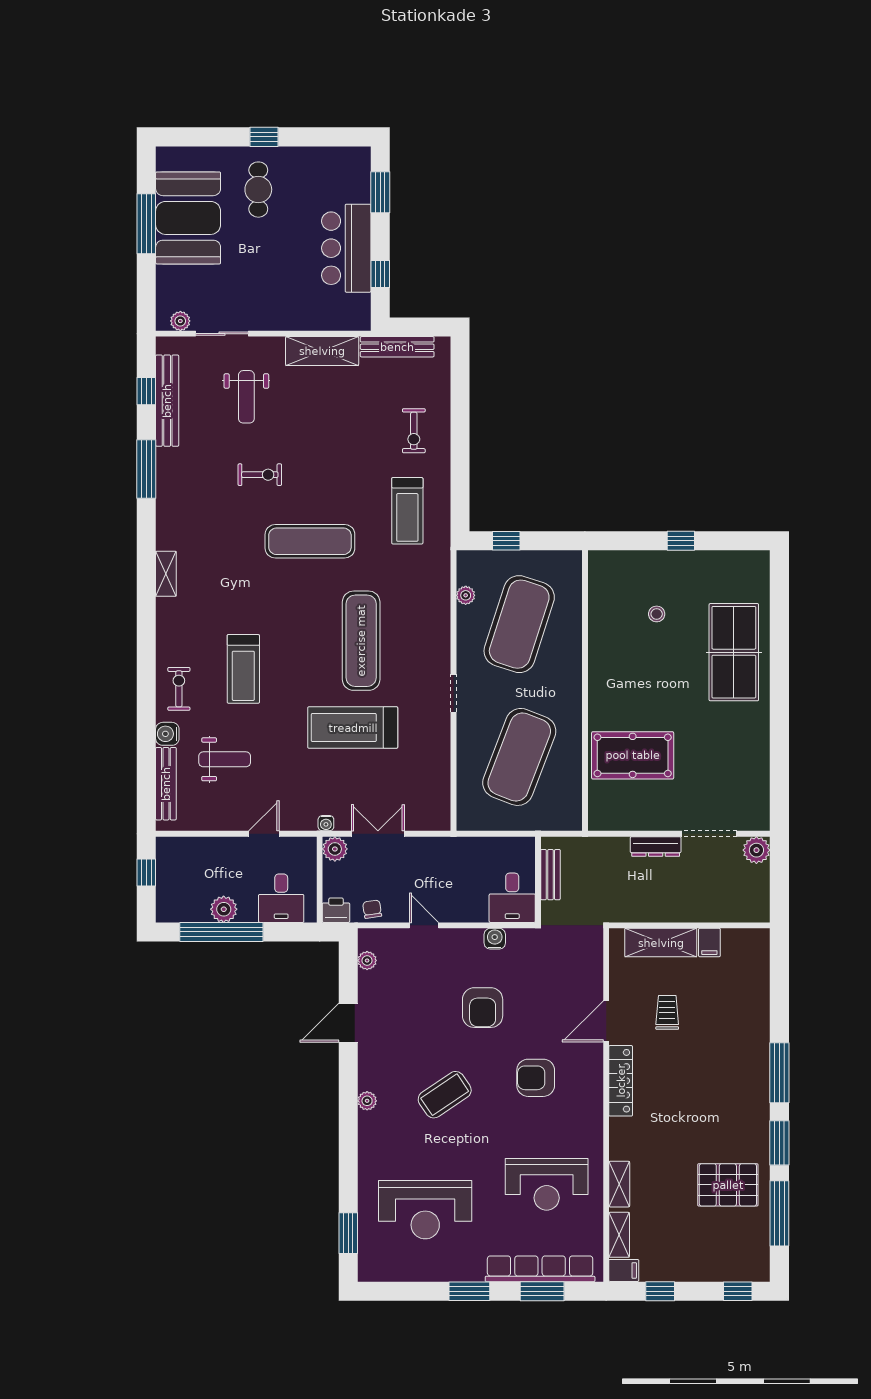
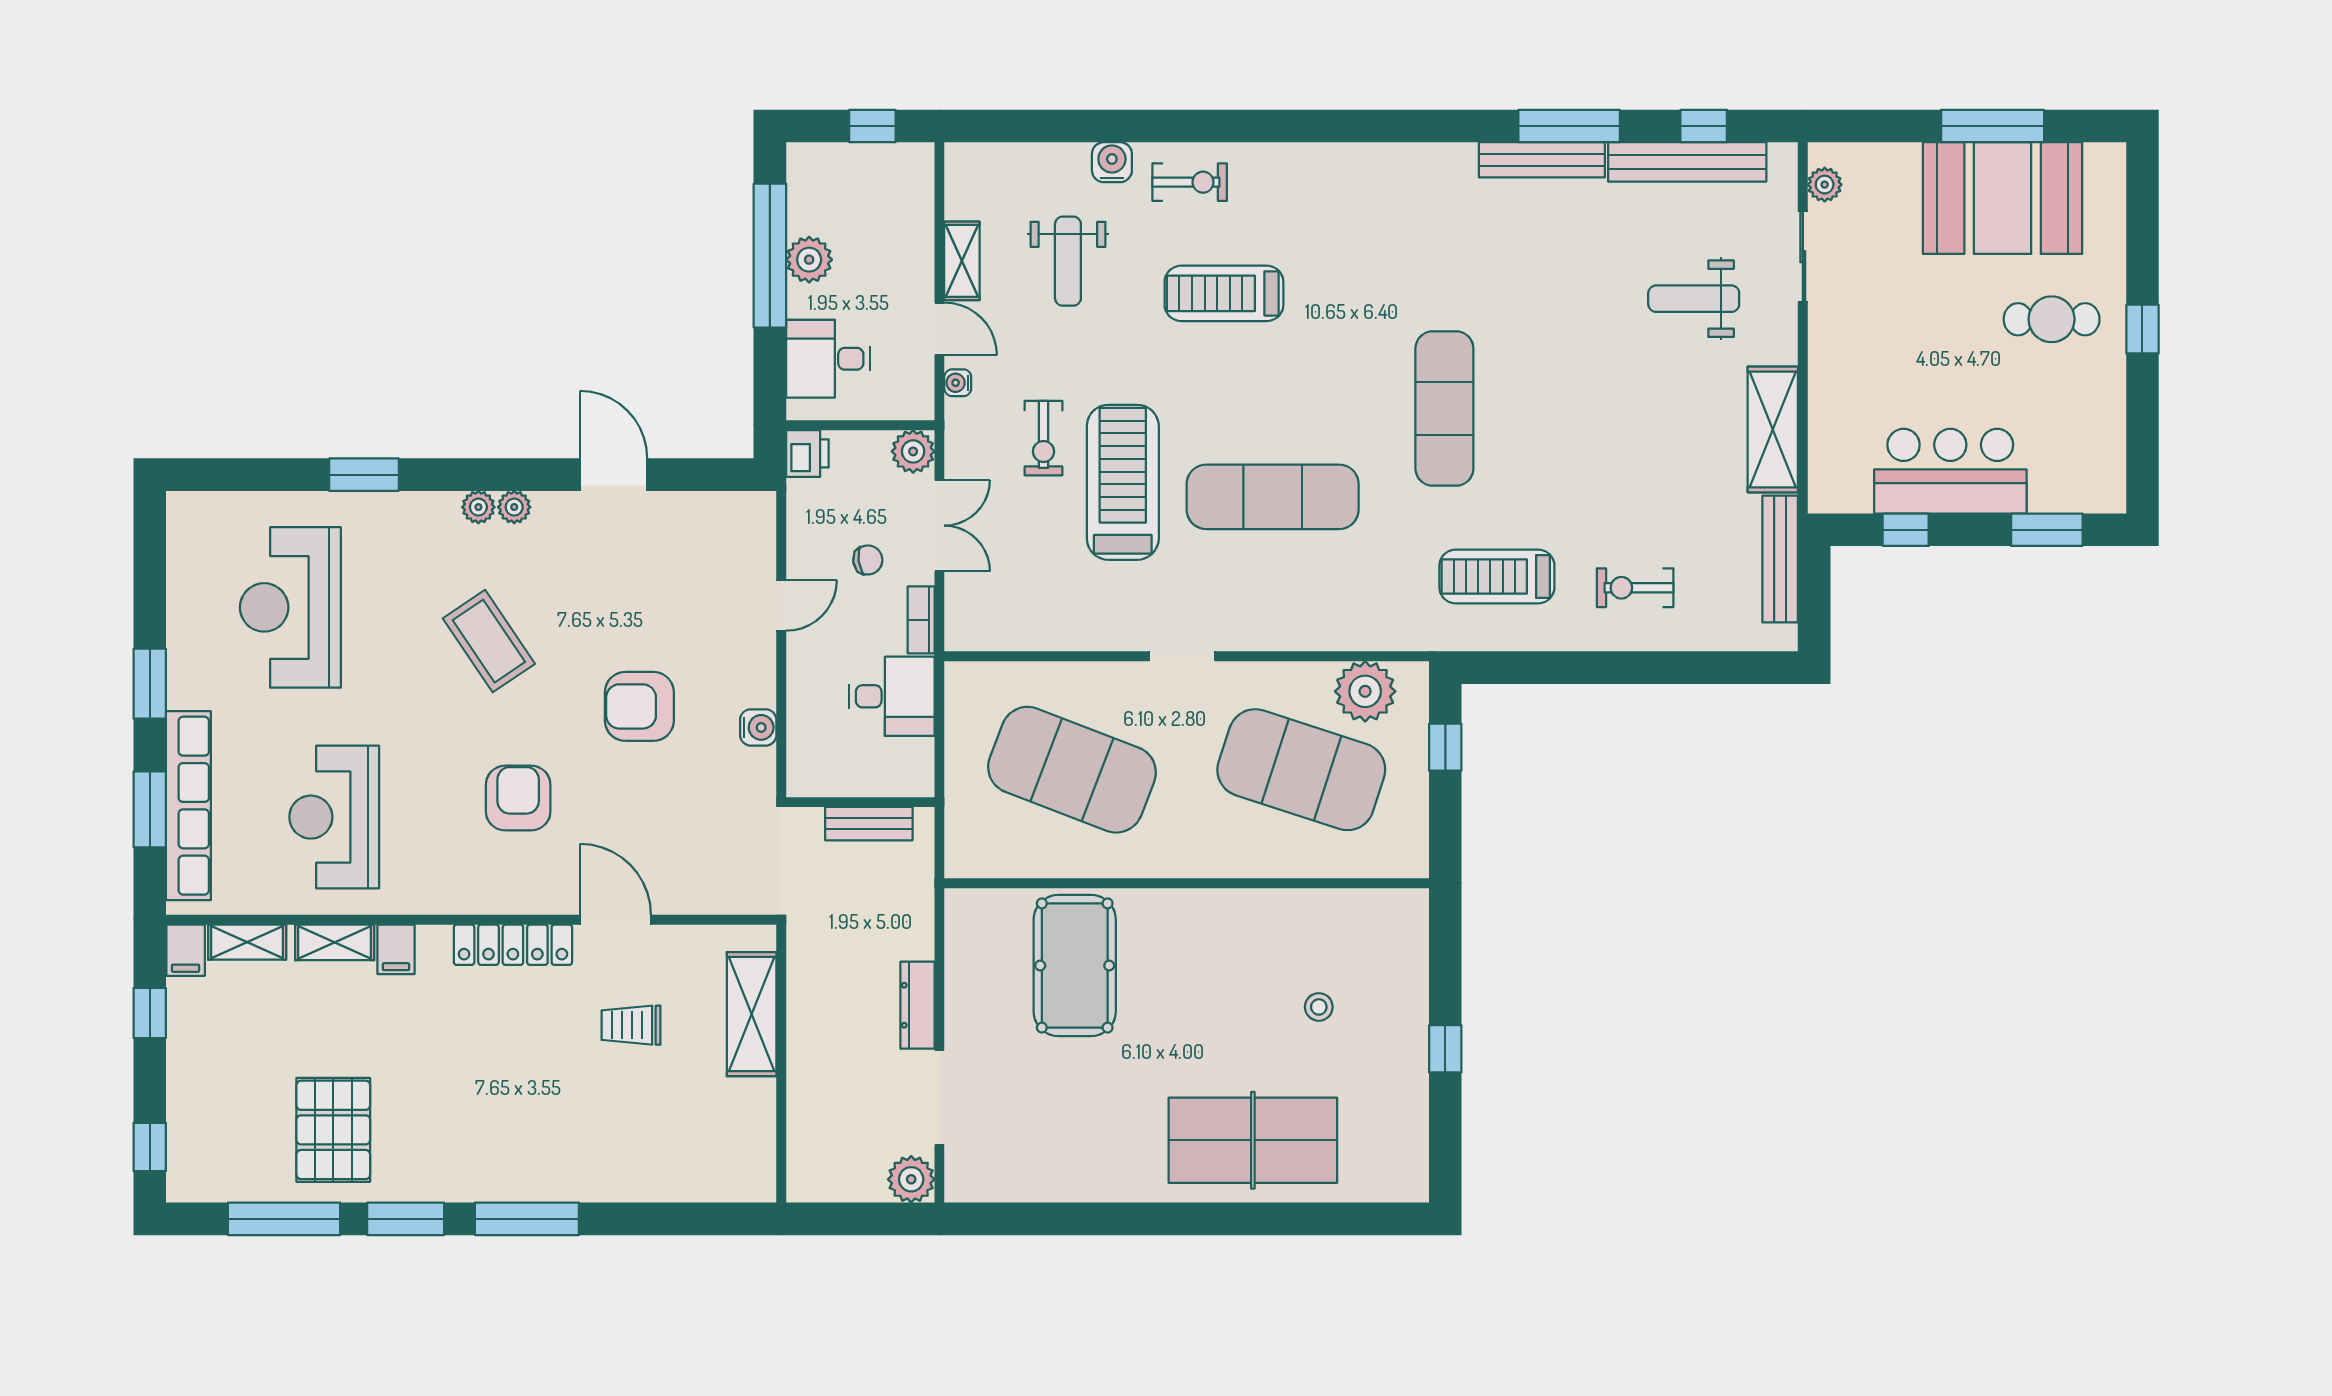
exercise bike: (260, 475) -> (1044, 438), moved
shelving: (166, 574) -> (962, 261), moved, turned 90
plant: (466, 595) -> (1365, 691), width x1.87, depth x1.87
bench: (166, 784) -> (1542, 160), moved
water cooler: (326, 823) -> (958, 383), moved
bookcase: (432, 844) -> (921, 620), added
desk: (512, 898) -> (892, 696), moved, turned 180
chair: (372, 909) -> (868, 560), moved
filing cabinet: (709, 943) -> (396, 949), moved, turned -90
plant: (367, 961) -> (514, 507), moved
trolley: (667, 1012) -> (631, 1025), turned 180
window: (348, 1233) -> (364, 475), moved

